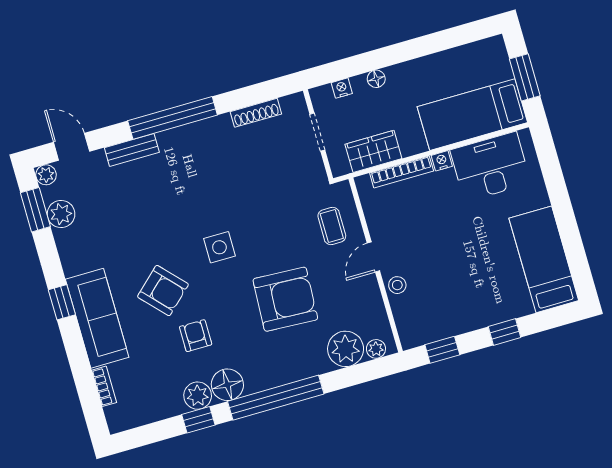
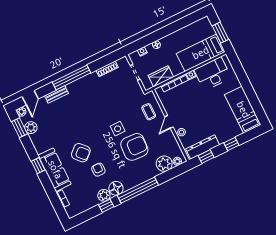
door: (72, 147) -> (30, 98), swing flipped
side table: (219, 247) -> (118, 129), moved
dresser: (439, 327) -> (203, 147), added

